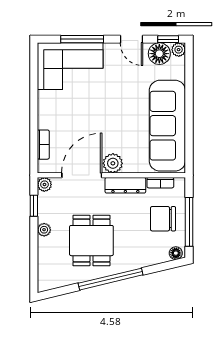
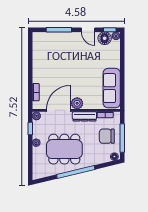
corner sofa: (70, 66) -> (52, 46), removed
sofa: (167, 126) -> (112, 88), width x0.74, depth x0.79
dining table: (91, 241) -> (64, 149), width x1.38

